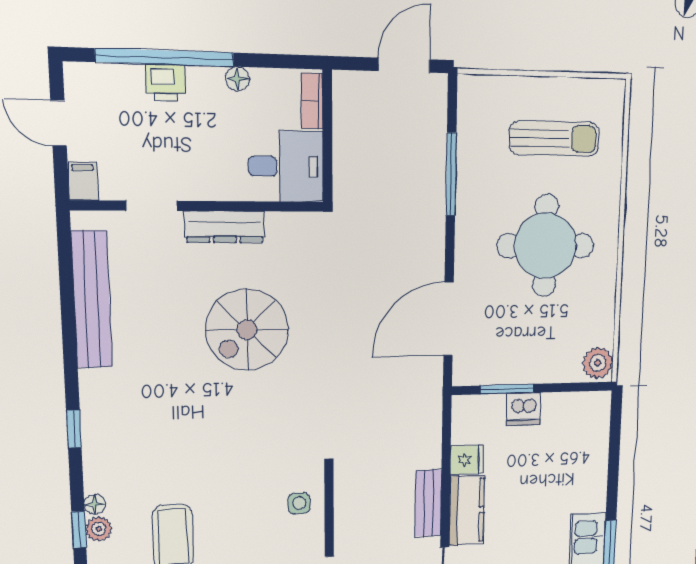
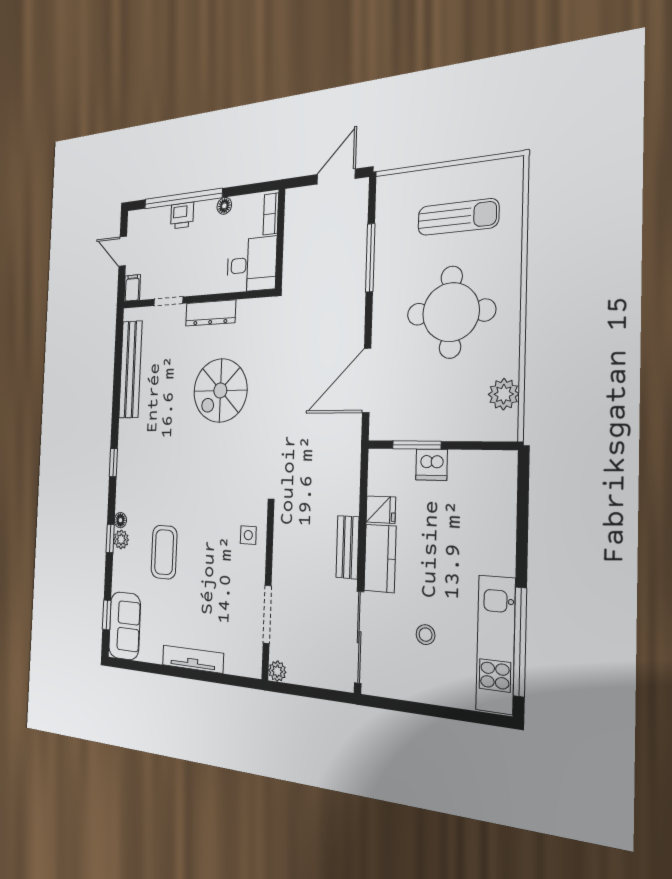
plant: (598, 363) -> (504, 394), moved

